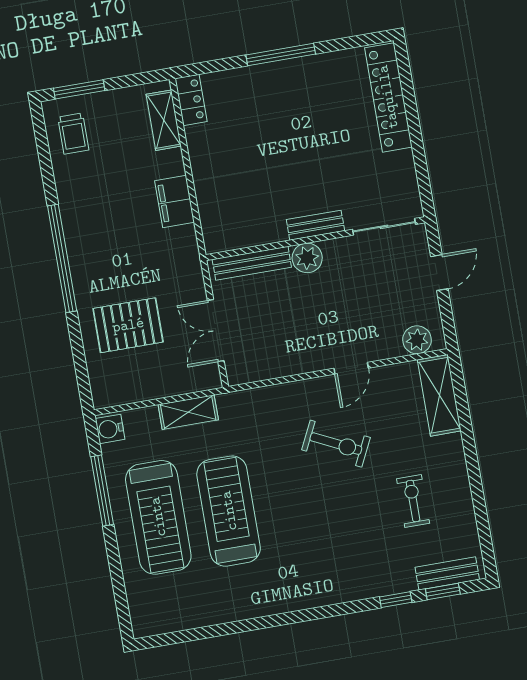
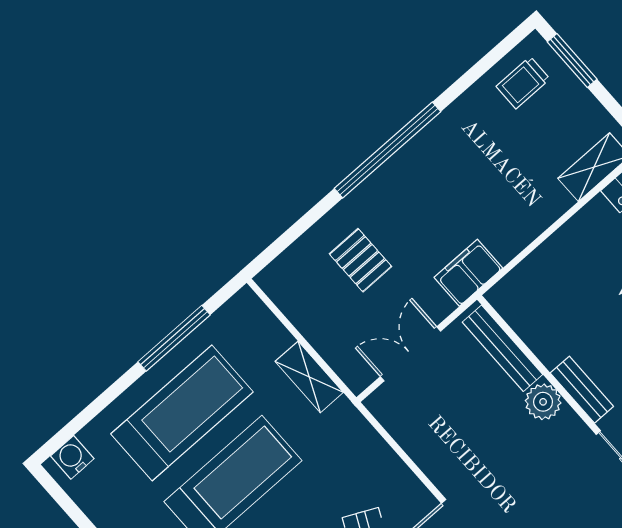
filing cabinet: (175, 201) -> (468, 273), moved
pallet: (128, 325) -> (360, 260), width x0.67, depth x0.71
water cooler: (110, 429) -> (72, 457), moved
treadmill: (158, 517) -> (182, 413), turned 180

